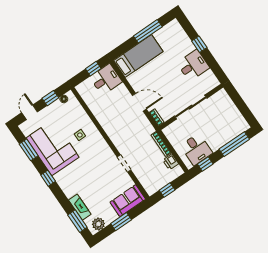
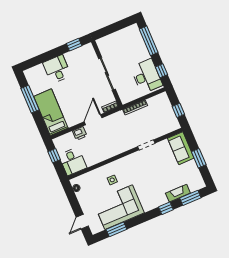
window: (199, 44) -> (74, 45), moved
desk: (193, 65) -> (57, 69), moved
desk: (106, 79) -> (73, 161), moved, turned 180
window: (50, 98) -> (73, 200), removed
door: (30, 112) -> (82, 222), hinge flipped
desk: (196, 149) -> (146, 76), width x1.37
printer: (171, 162) -> (80, 133), moved
window: (48, 178) -> (166, 208), moved
plant: (98, 224) -> (197, 179), removed

